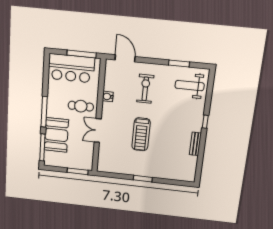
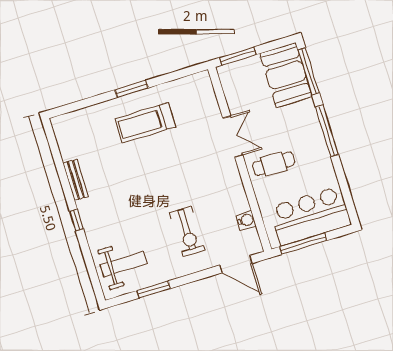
water cooler: (108, 97) -> (246, 220), moved
treadmill: (141, 134) -> (145, 123), moved, turned -90
booth: (56, 135) -> (286, 75), moved

